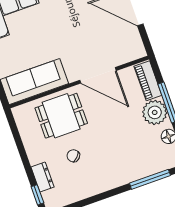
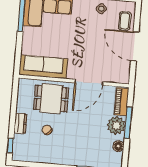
door: (98, 75) -> (89, 82), hinge flipped
dresser: (43, 177) -> (20, 123), moved

